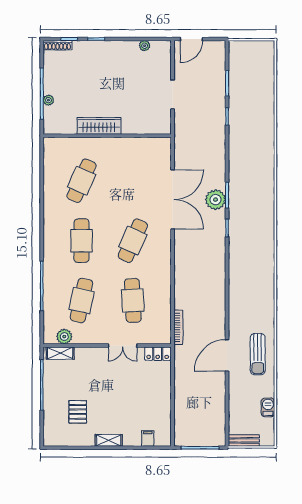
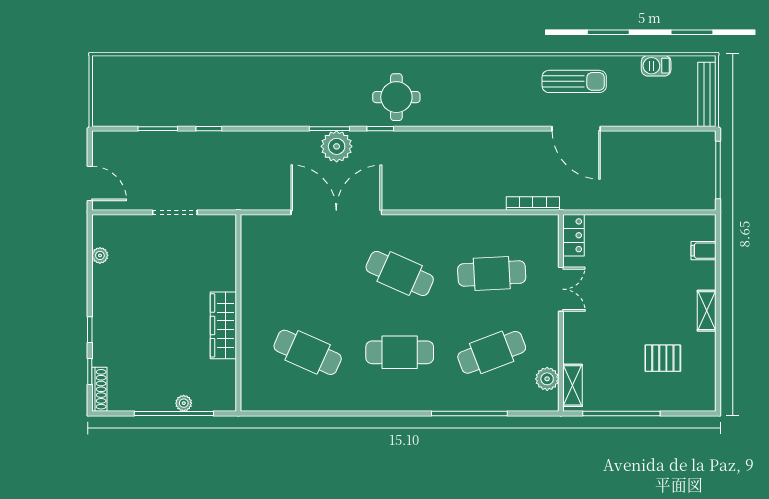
round table: (248, 239) -> (396, 97), added
cafe table: (82, 300) -> (492, 352), turned -33
bench: (244, 440) -> (707, 94), width x1.36

